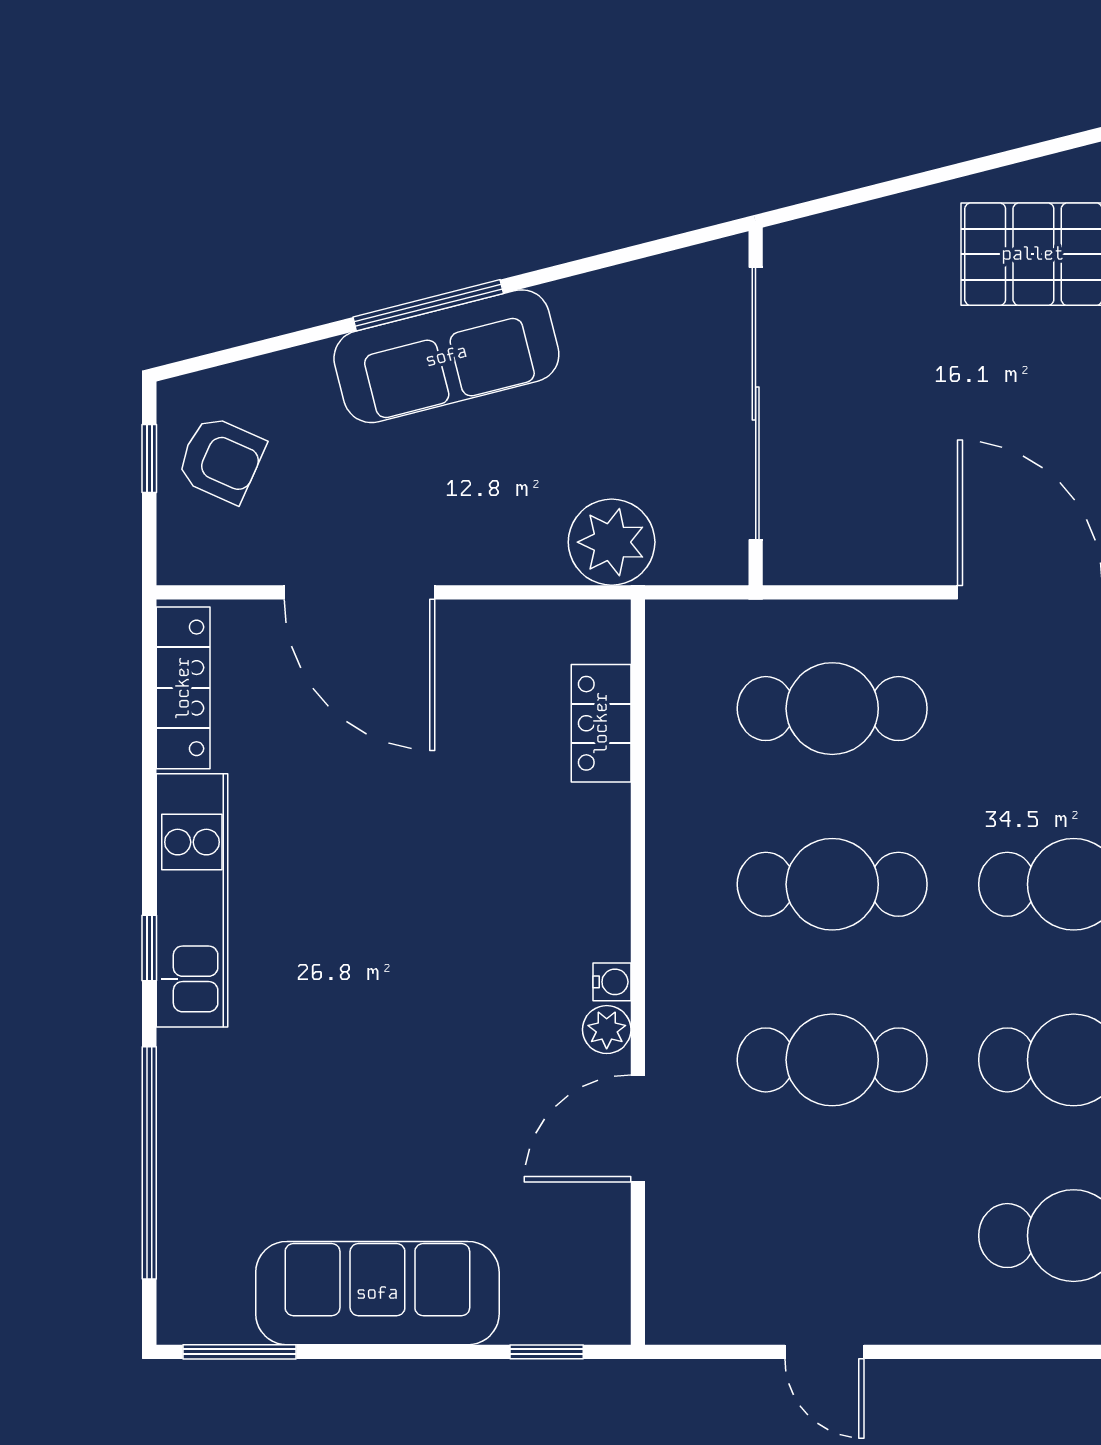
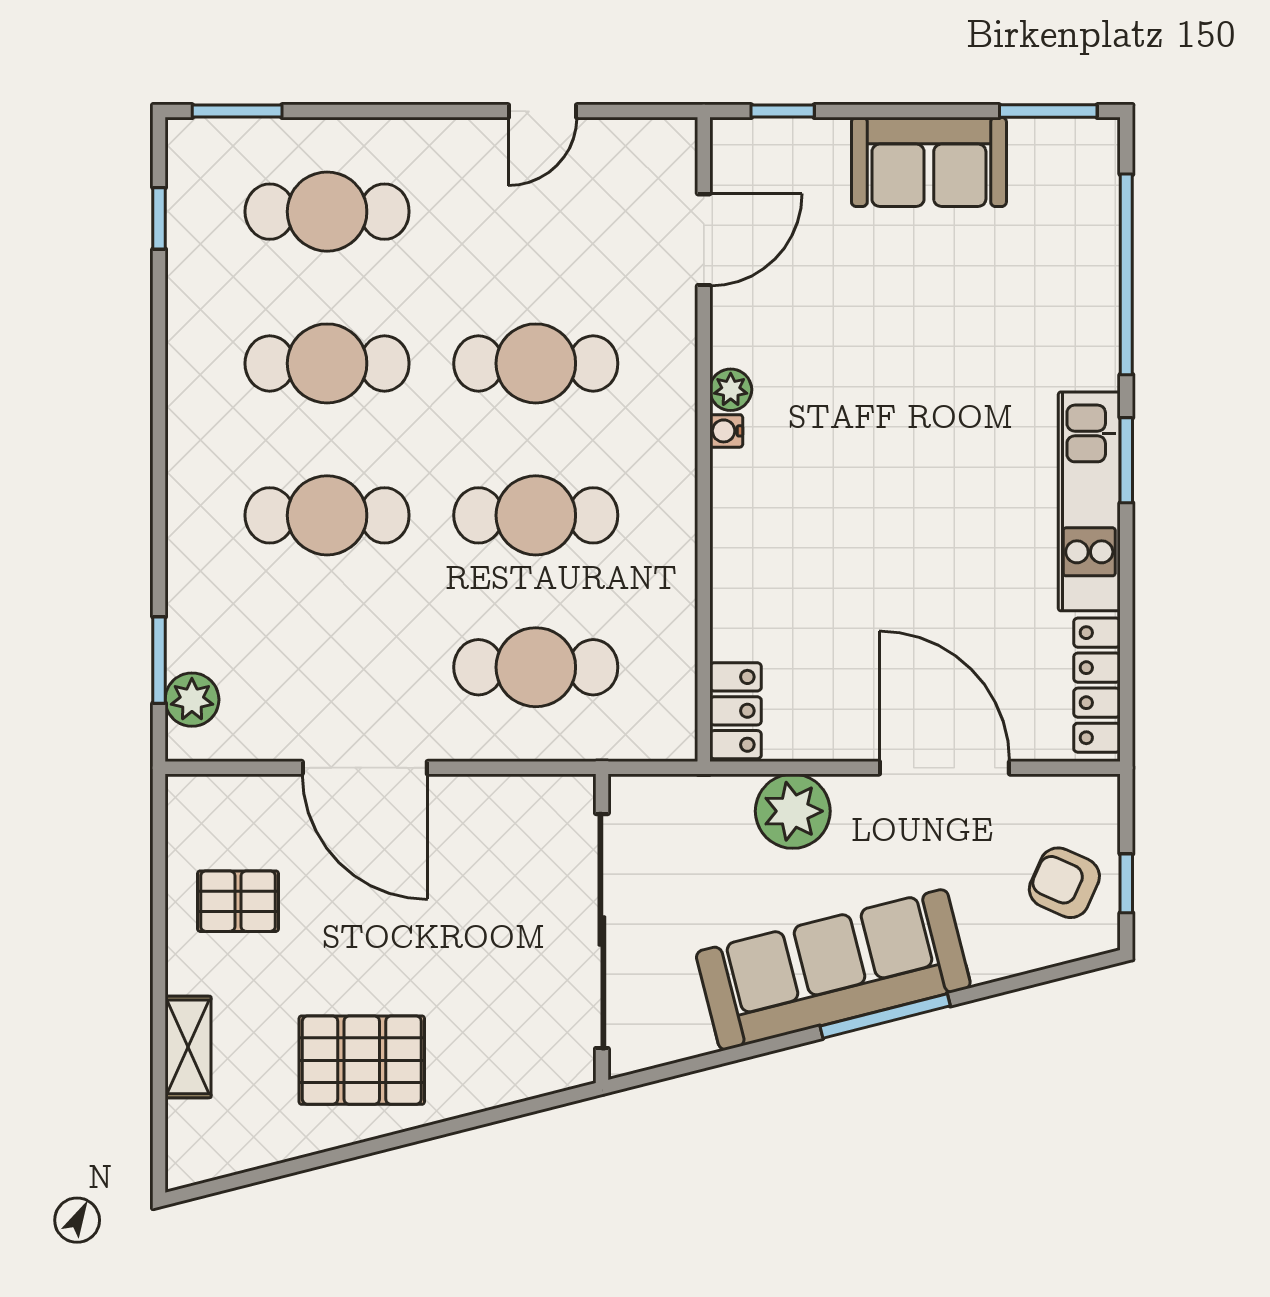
sofa: (446, 356) -> (833, 970), width x1.36, depth x1.27
plant: (612, 542) -> (793, 811), moved
locker: (601, 723) -> (736, 711), moved
window: (149, 948) -> (1126, 460), width x1.50
door: (638, 1128) -> (704, 240), moved
sofa: (377, 1293) -> (929, 162), width x0.73
door: (824, 1352) -> (542, 111), swing flipped

